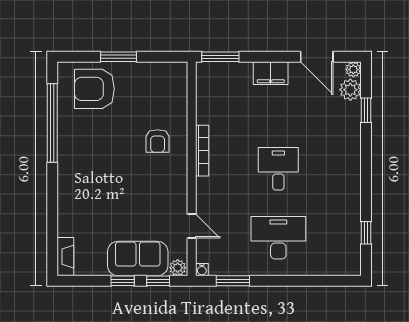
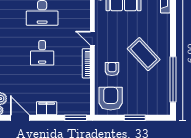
armchair: (94, 89) -> (111, 99), moved, turned -90
coffee table: (103, 167) -> (144, 54), added
door: (192, 226) -> (92, 38), moved

